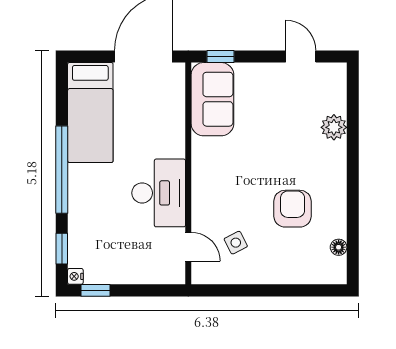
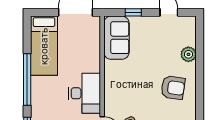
window: (220, 56) -> (133, 12), moved
armchair: (293, 209) -> (173, 88), moved, turned 98

